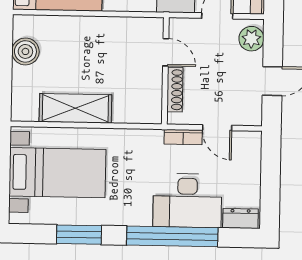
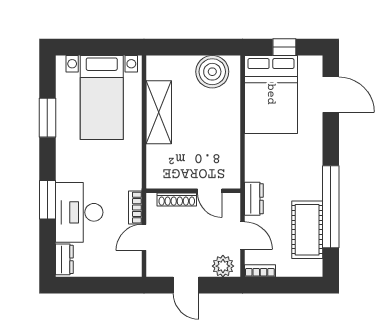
boiler: (25, 51) -> (212, 72), width x1.37, depth x1.37
door: (166, 52) -> (210, 191), hinge flipped
window: (172, 236) -> (47, 200), width x0.47

